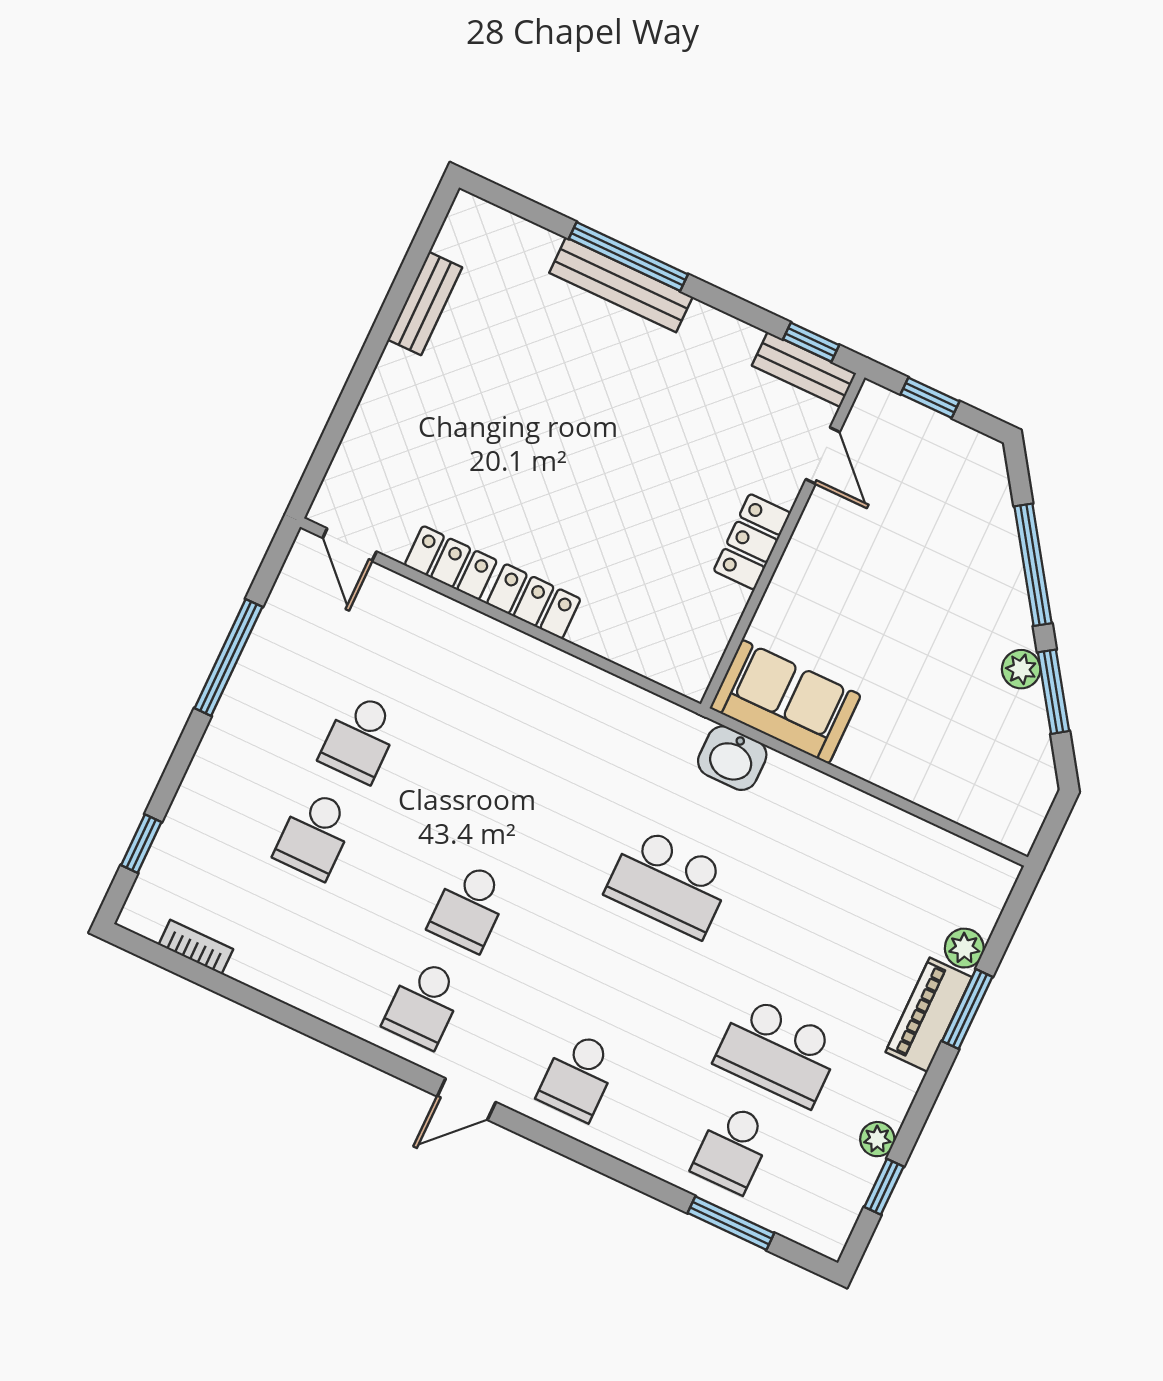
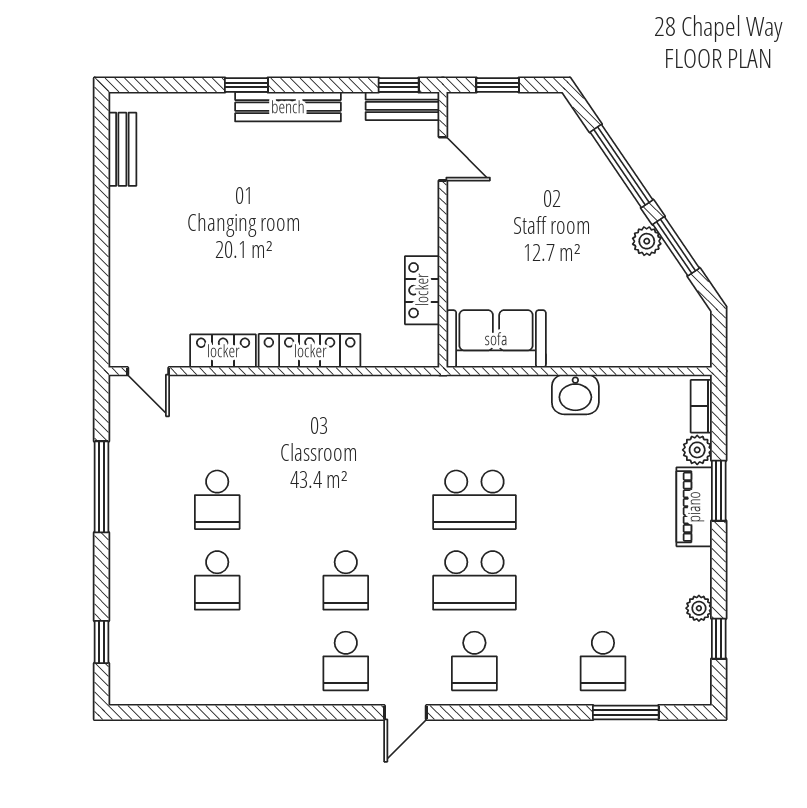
window: (628, 256) -> (246, 85), width x0.46
bench: (621, 285) -> (288, 107), moved
bench: (425, 303) -> (122, 149), moved
locker: (752, 542) -> (422, 290), moved
locker: (534, 601) -> (310, 351), width x1.53
washbasin: (732, 758) -> (575, 394), moved
bookcase: (196, 947) -> (701, 406), moved, turned -90
school desk: (778, 1052) -> (474, 580), moved

